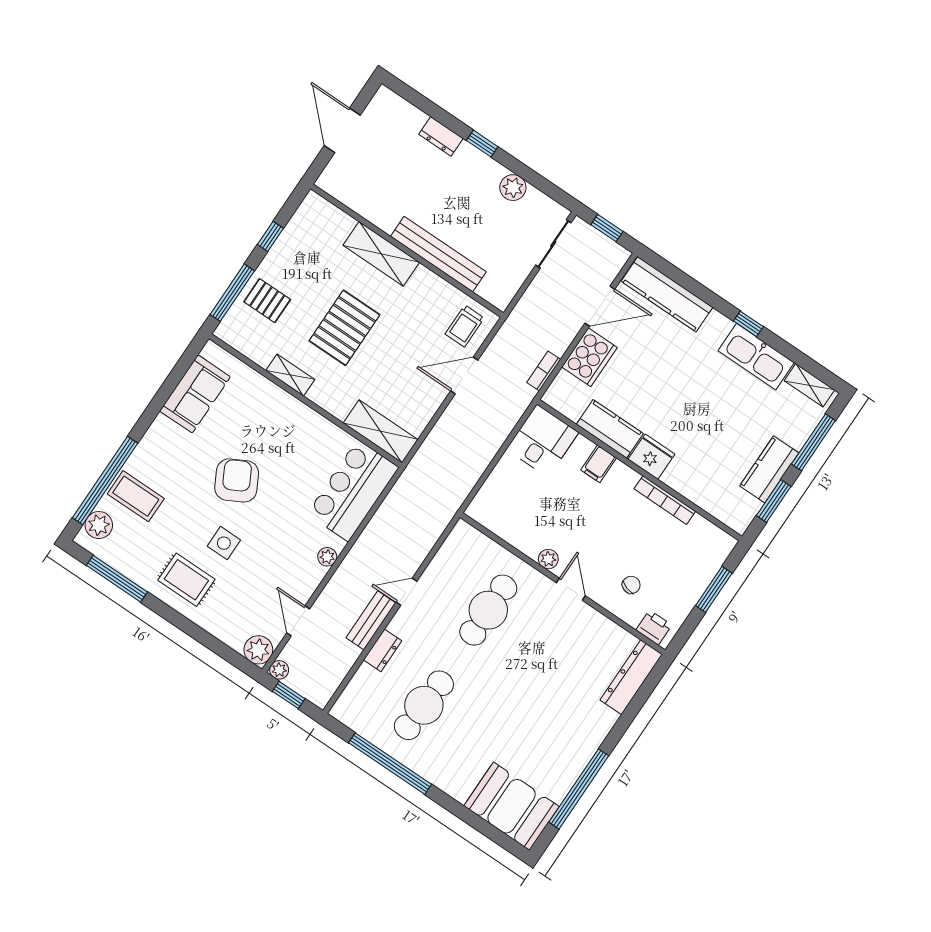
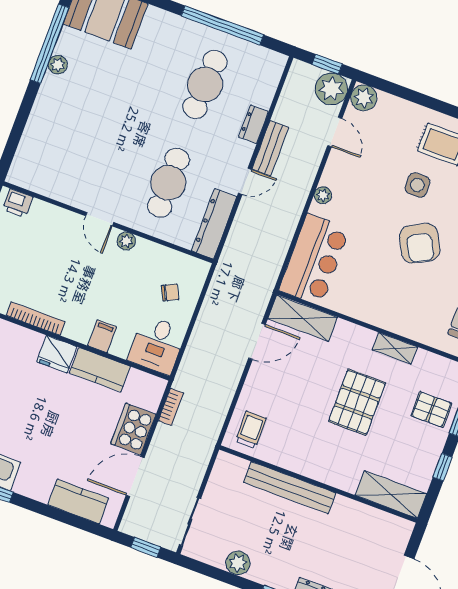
shelving: (381, 254) -> (391, 494), moved
kitchen counter: (667, 294) -> (78, 501), width x0.67
door: (464, 376) -> (257, 341), moved
chair: (631, 585) -> (170, 292), moved, turned -134
plant: (279, 670) -> (331, 89), width x1.88, depth x1.88
dresser: (631, 677) -> (214, 224), moved, turned 180
plant: (575, 764) -> (58, 65), added

